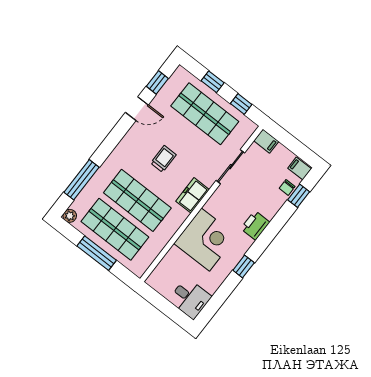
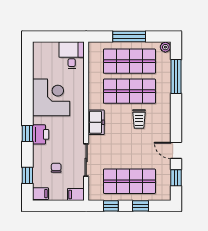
door: (137, 109) -> (176, 150), hinge flipped
trolley: (163, 159) -> (139, 119), moved
chair: (287, 187) -> (56, 168), moved
corner desk: (205, 240) -> (51, 97), moved, turned 180
window: (244, 266) -> (27, 134), moved
desk: (190, 298) -> (72, 55), moved, turned 90

